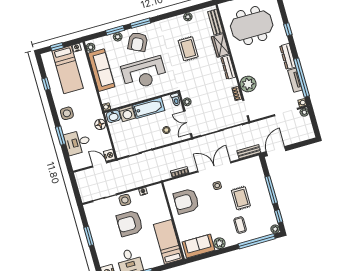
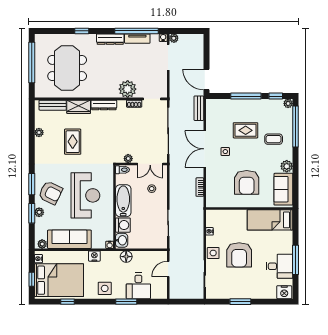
rug: (188, 49) -> (73, 142), turned 90
bed: (68, 70) -> (59, 280), width x1.50
nightstand: (109, 155) -> (94, 256), moved
armchair: (186, 201) -> (247, 182), moved

